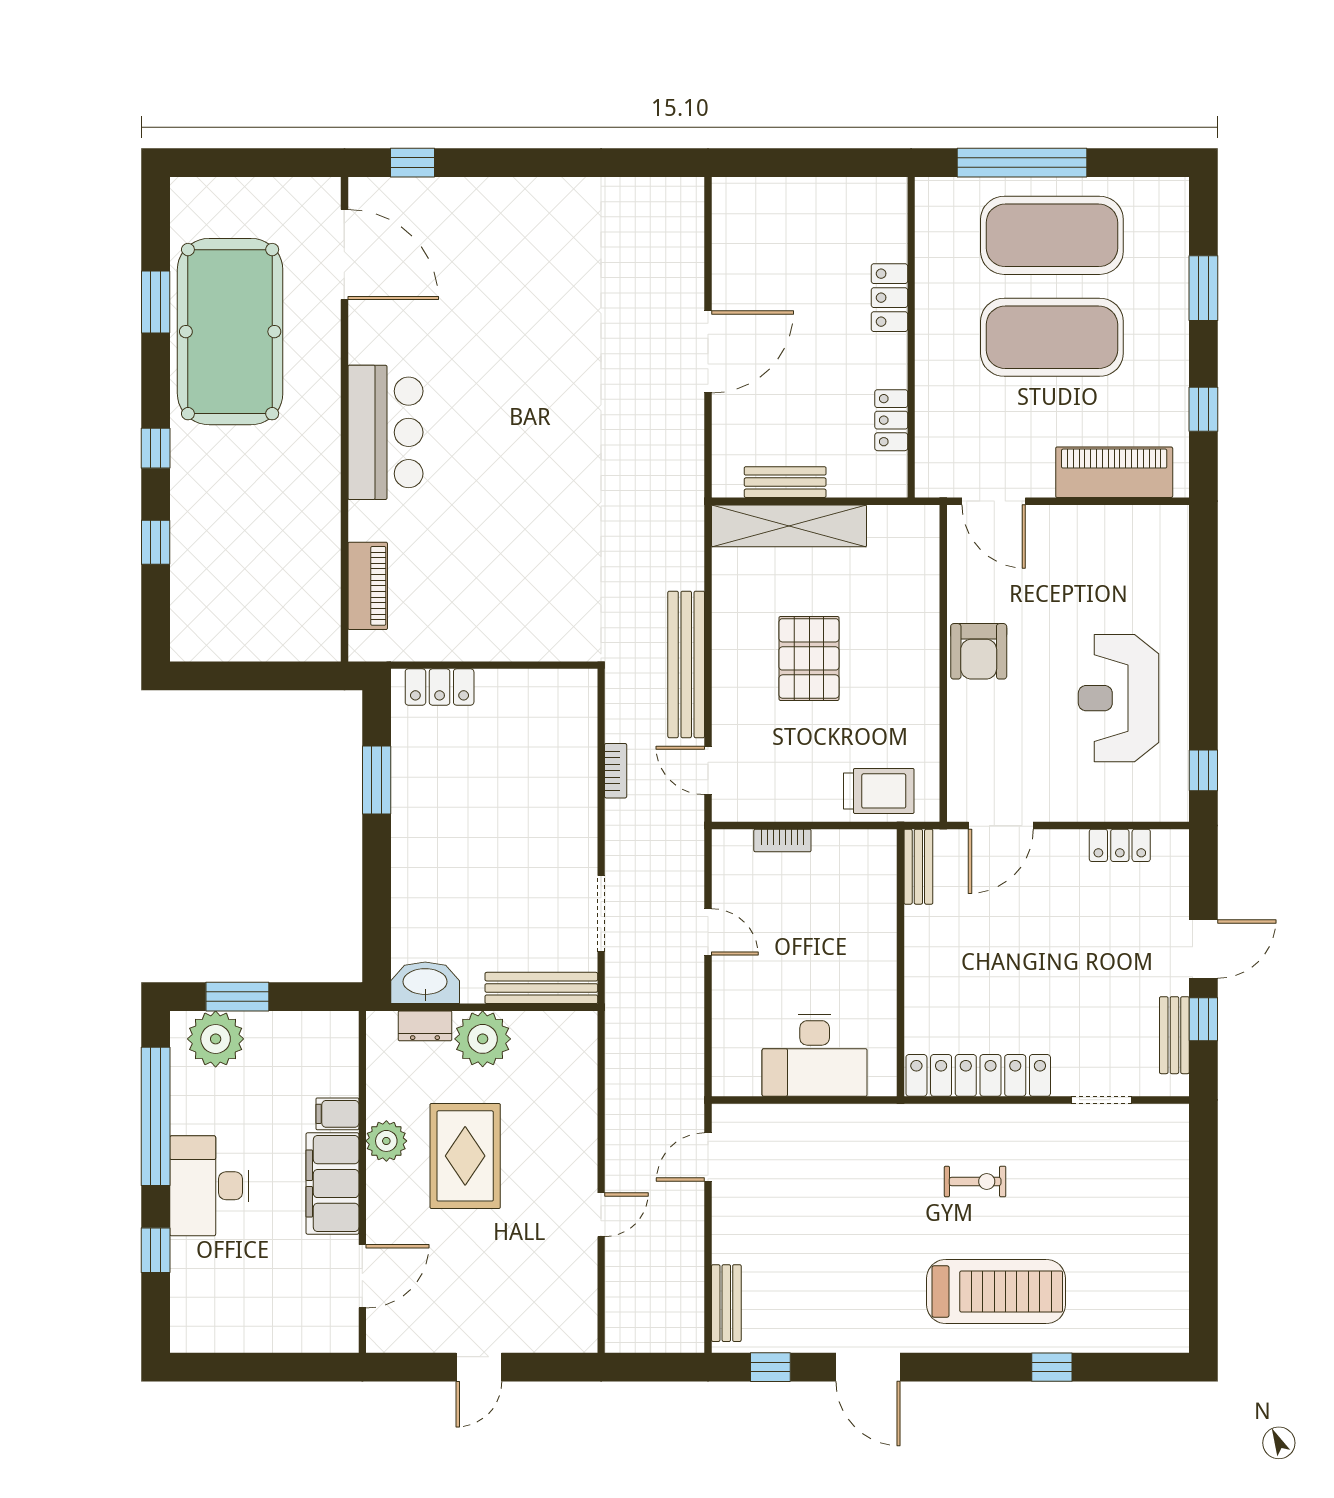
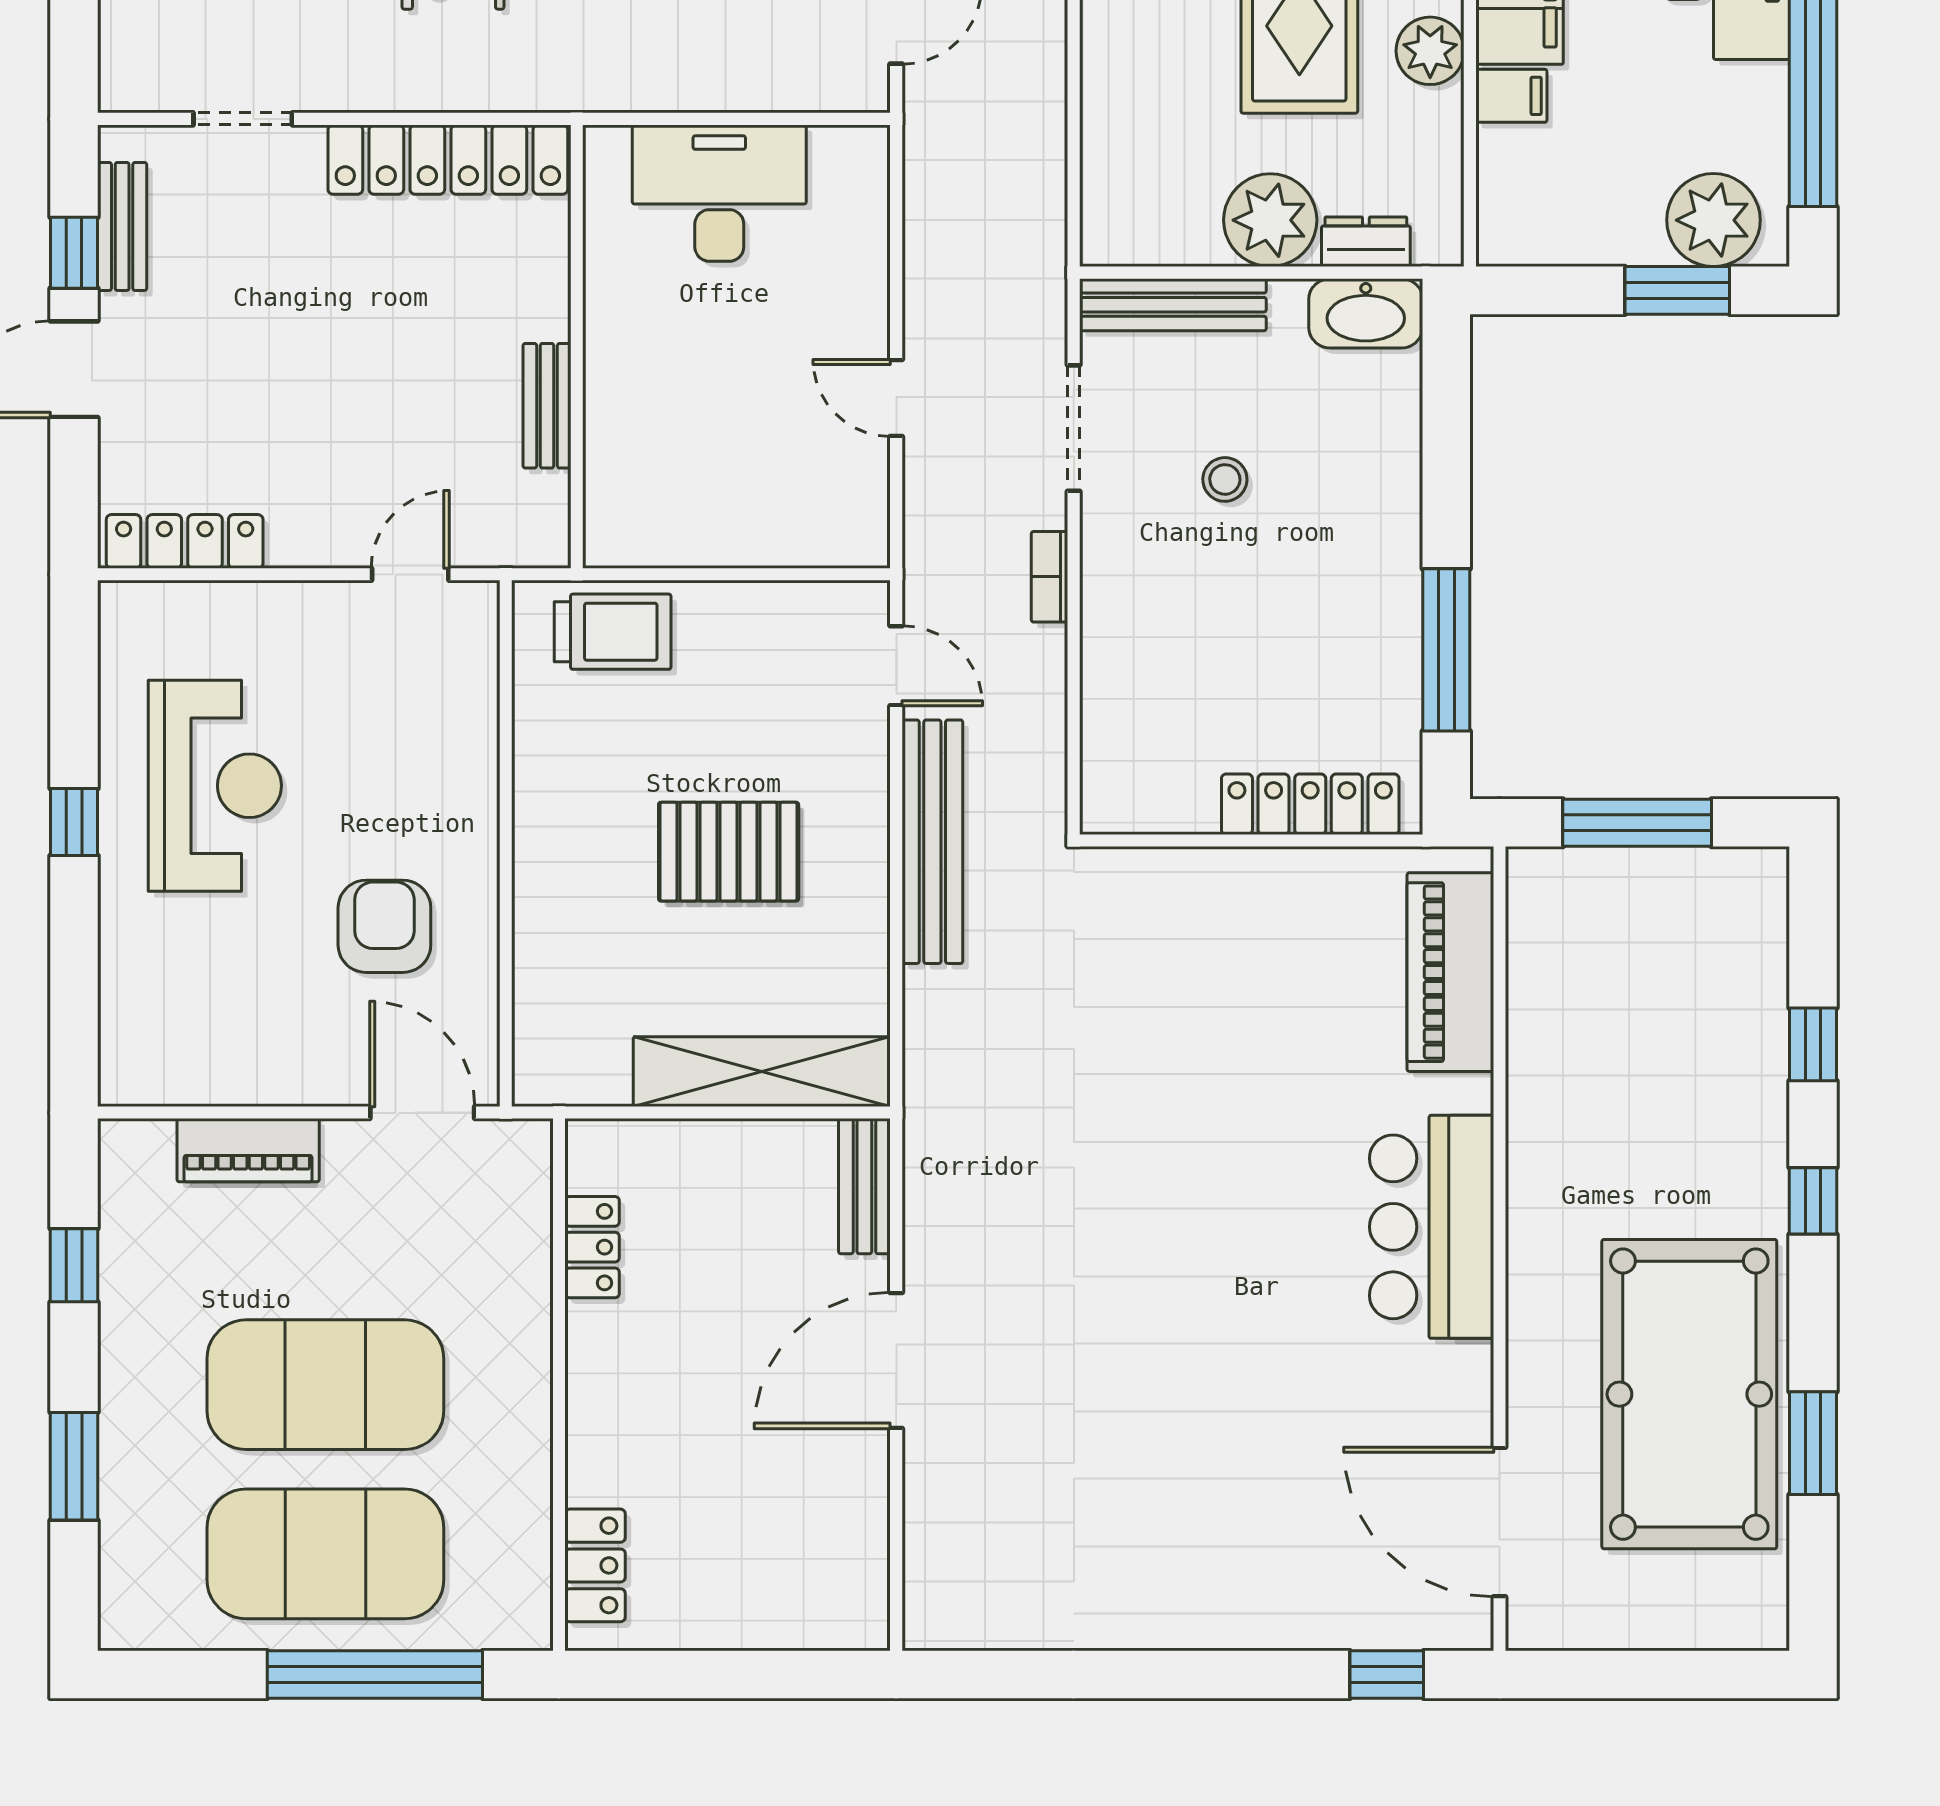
locker: (889, 298) -> (595, 1565), moved
piano: (1114, 472) -> (248, 1150), width x0.73, depth x0.75
bench: (785, 482) -> (864, 1186), moved, turned 90
piano: (368, 586) -> (1450, 972), width x1.37, depth x1.33
armchair: (979, 651) -> (384, 926), moved
pallet: (809, 658) -> (729, 852), turned 90
window: (262, 676) -> (1637, 823), added
locker: (440, 687) -> (1310, 804), width x1.53
window: (1203, 770) -> (74, 822), moved
bookcase: (616, 771) -> (1050, 577), moved
window: (377, 780) -> (1446, 650), width x1.44
trolley: (879, 791) -> (613, 632), turned 180
door: (1001, 826) -> (410, 574), width x0.73
bookcase: (782, 841) -> (773, 549), removed
locker: (1120, 845) -> (185, 541), width x1.53
bench: (918, 867) -> (547, 406), moved
stool: (510, 883) -> (1225, 479), added

